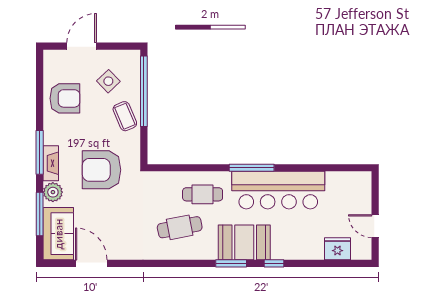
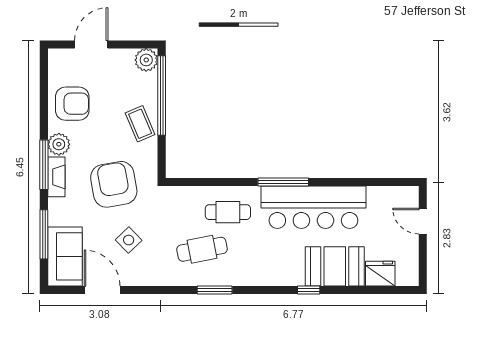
plant: (130, 60) -> (146, 60), added
side table: (108, 81) -> (129, 240), moved
armchair: (102, 170) -> (114, 184), turned 80
plant: (53, 192) -> (59, 144), moved
door: (375, 226) -> (423, 221), moved
booth: (244, 242) -> (335, 266), moved
window: (231, 263) -> (215, 290), moved

